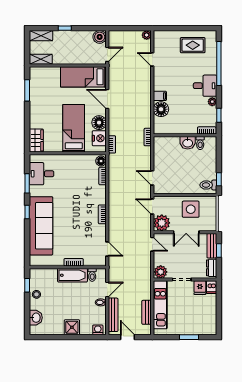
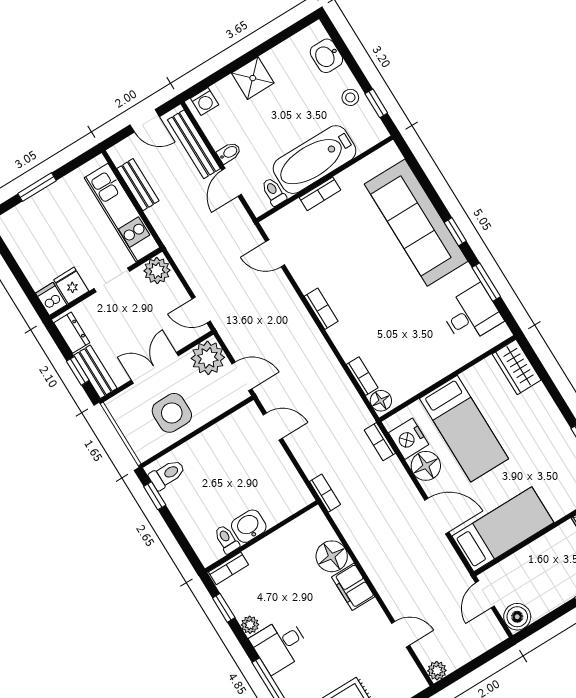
filing cabinet: (160, 96) -> (353, 587), width x2.00
bathtub: (72, 275) -> (314, 160), width x1.36, depth x1.36

